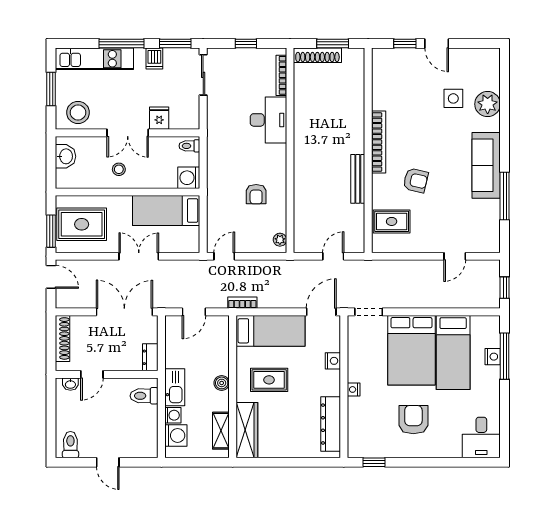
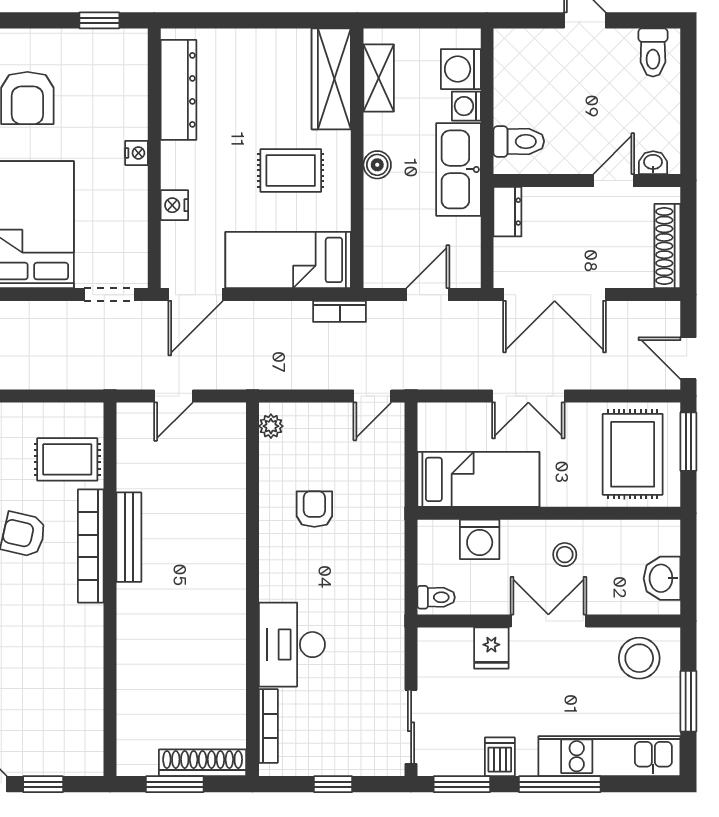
bookcase: (379, 142) -> (91, 546), moved
washing machine: (189, 178) -> (480, 539), moved, turned 90
rug: (82, 224) -> (633, 454), turned 90
kitchen sink: (175, 387) -> (458, 169), width x1.36, depth x1.24

